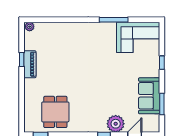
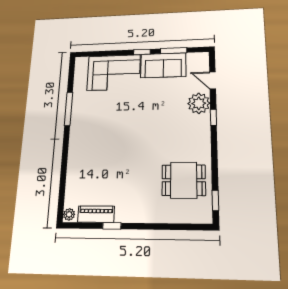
corner sofa: (138, 37) -> (114, 73), moved, turned 90
window: (162, 63) -> (142, 52), moved
piano: (30, 64) -> (96, 214), moved

